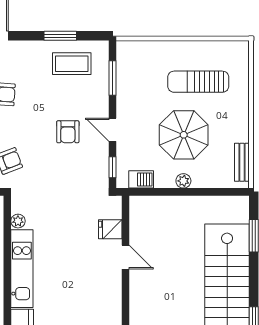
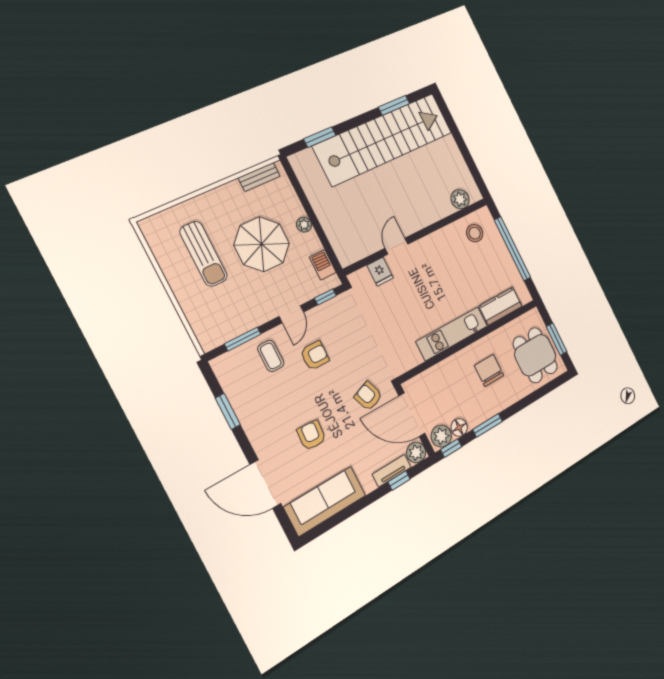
coffee table: (72, 64) -> (271, 356), moved, width x0.73, depth x0.77
plant: (18, 221) -> (415, 359), removed

